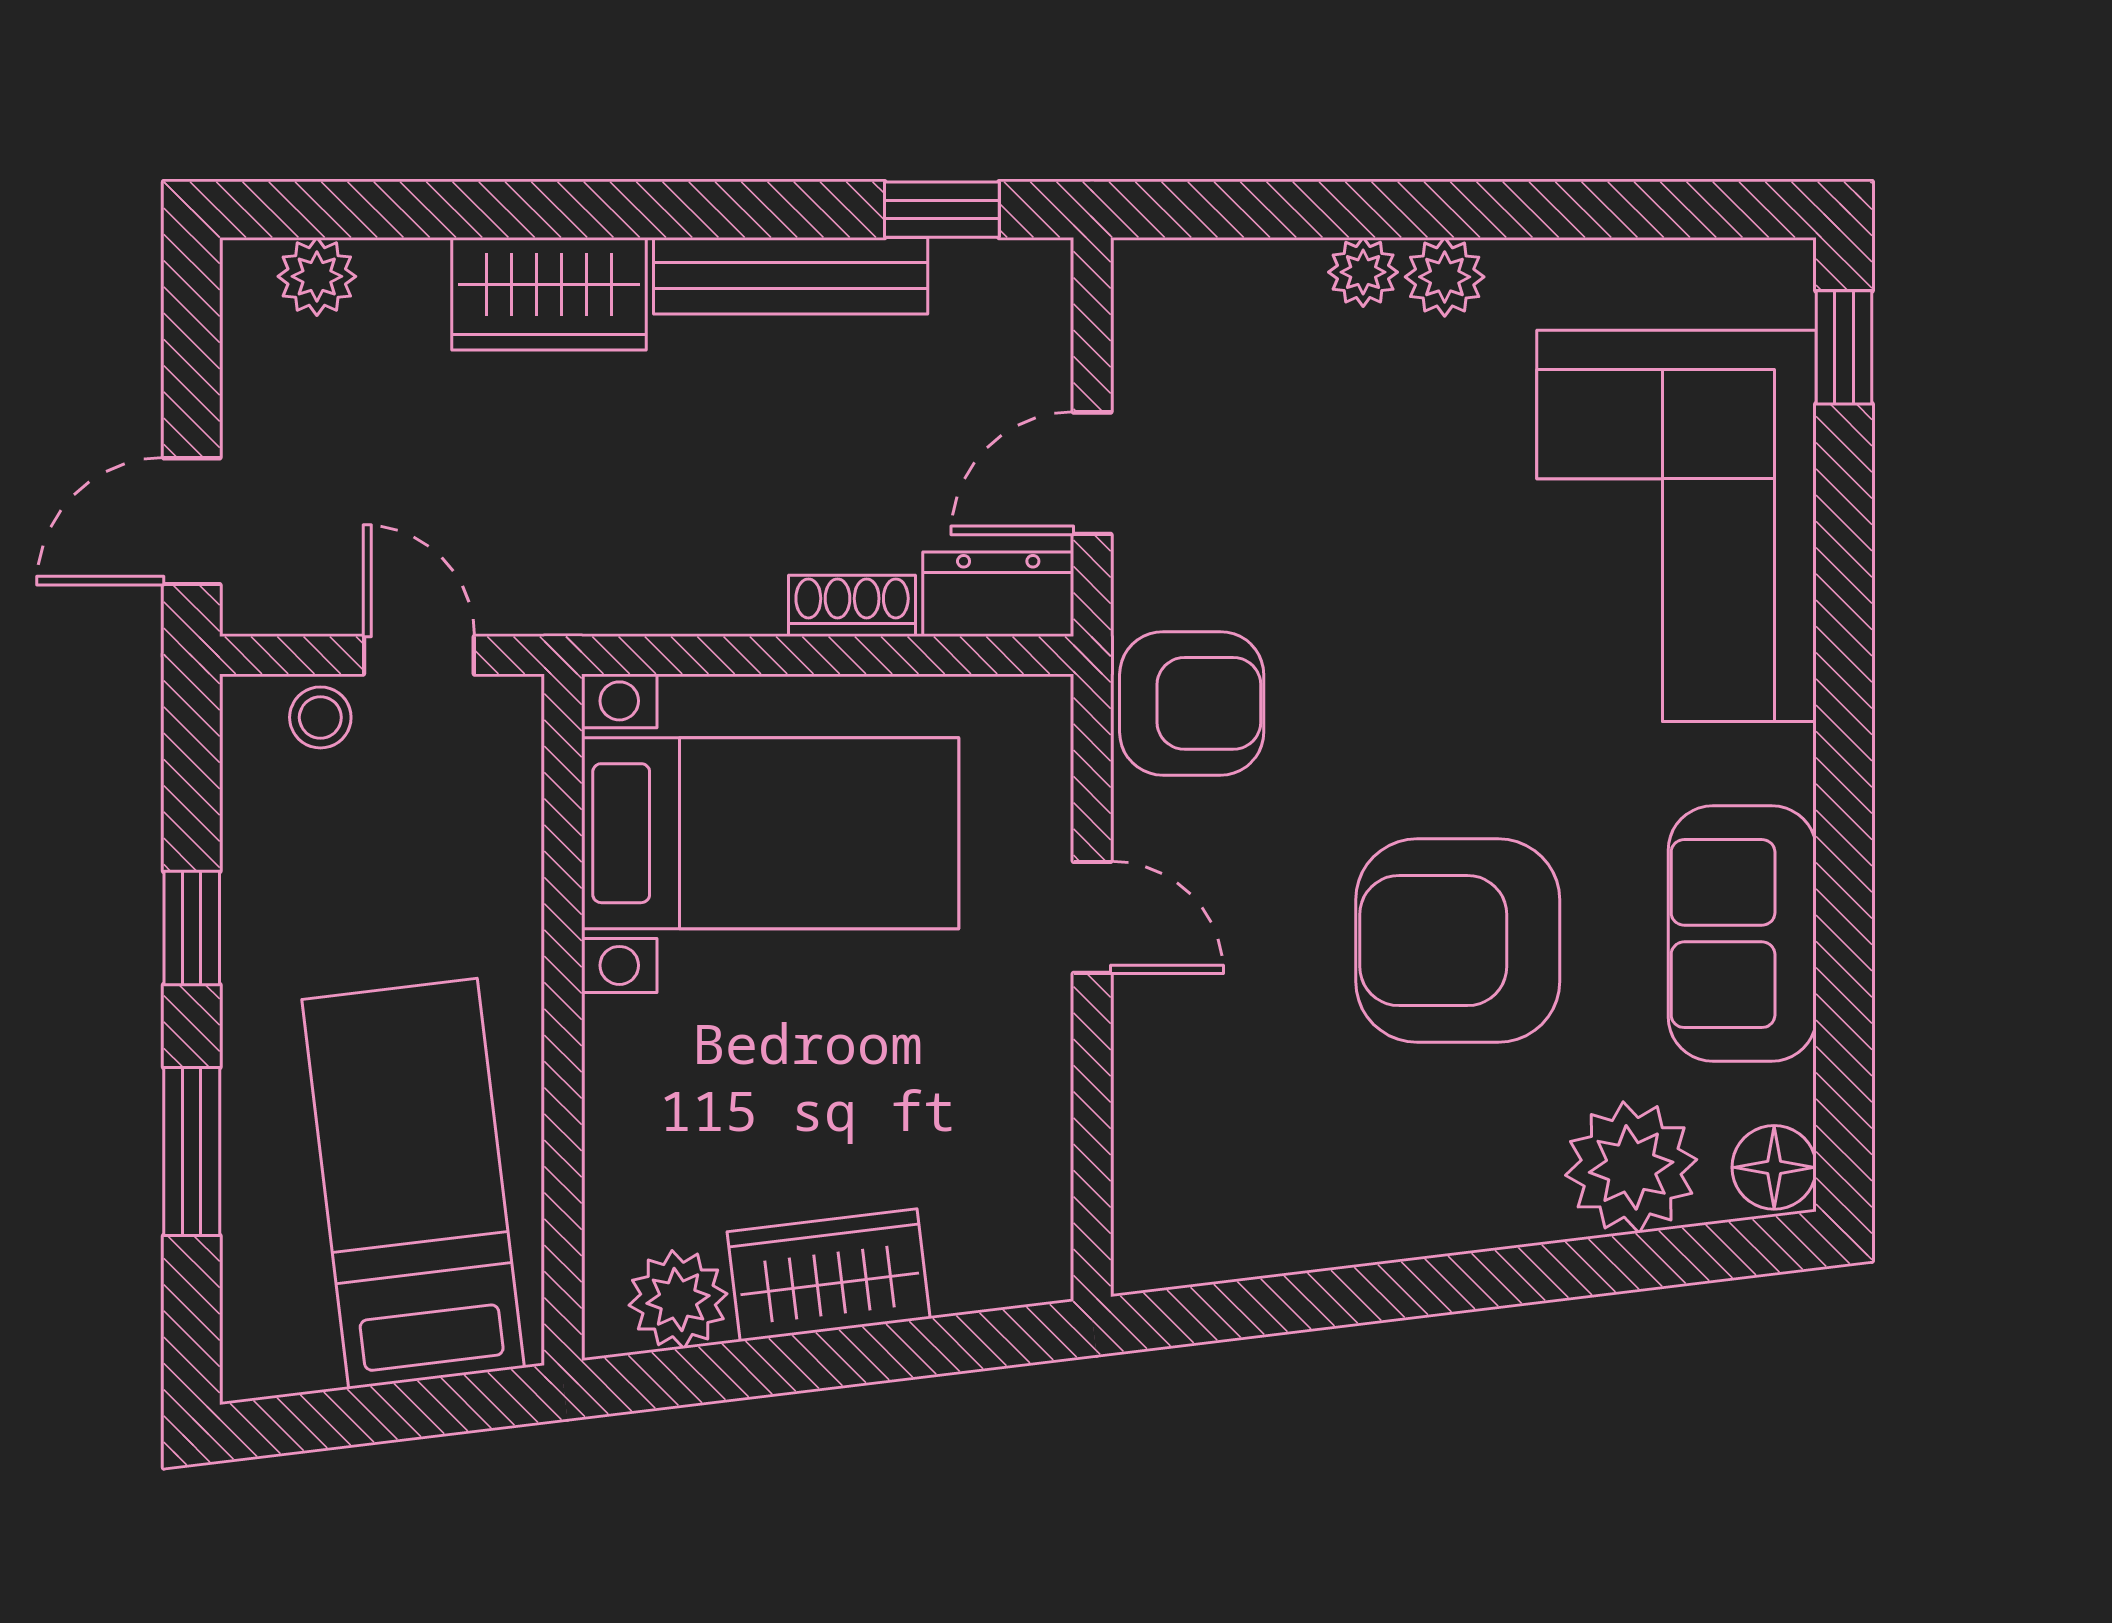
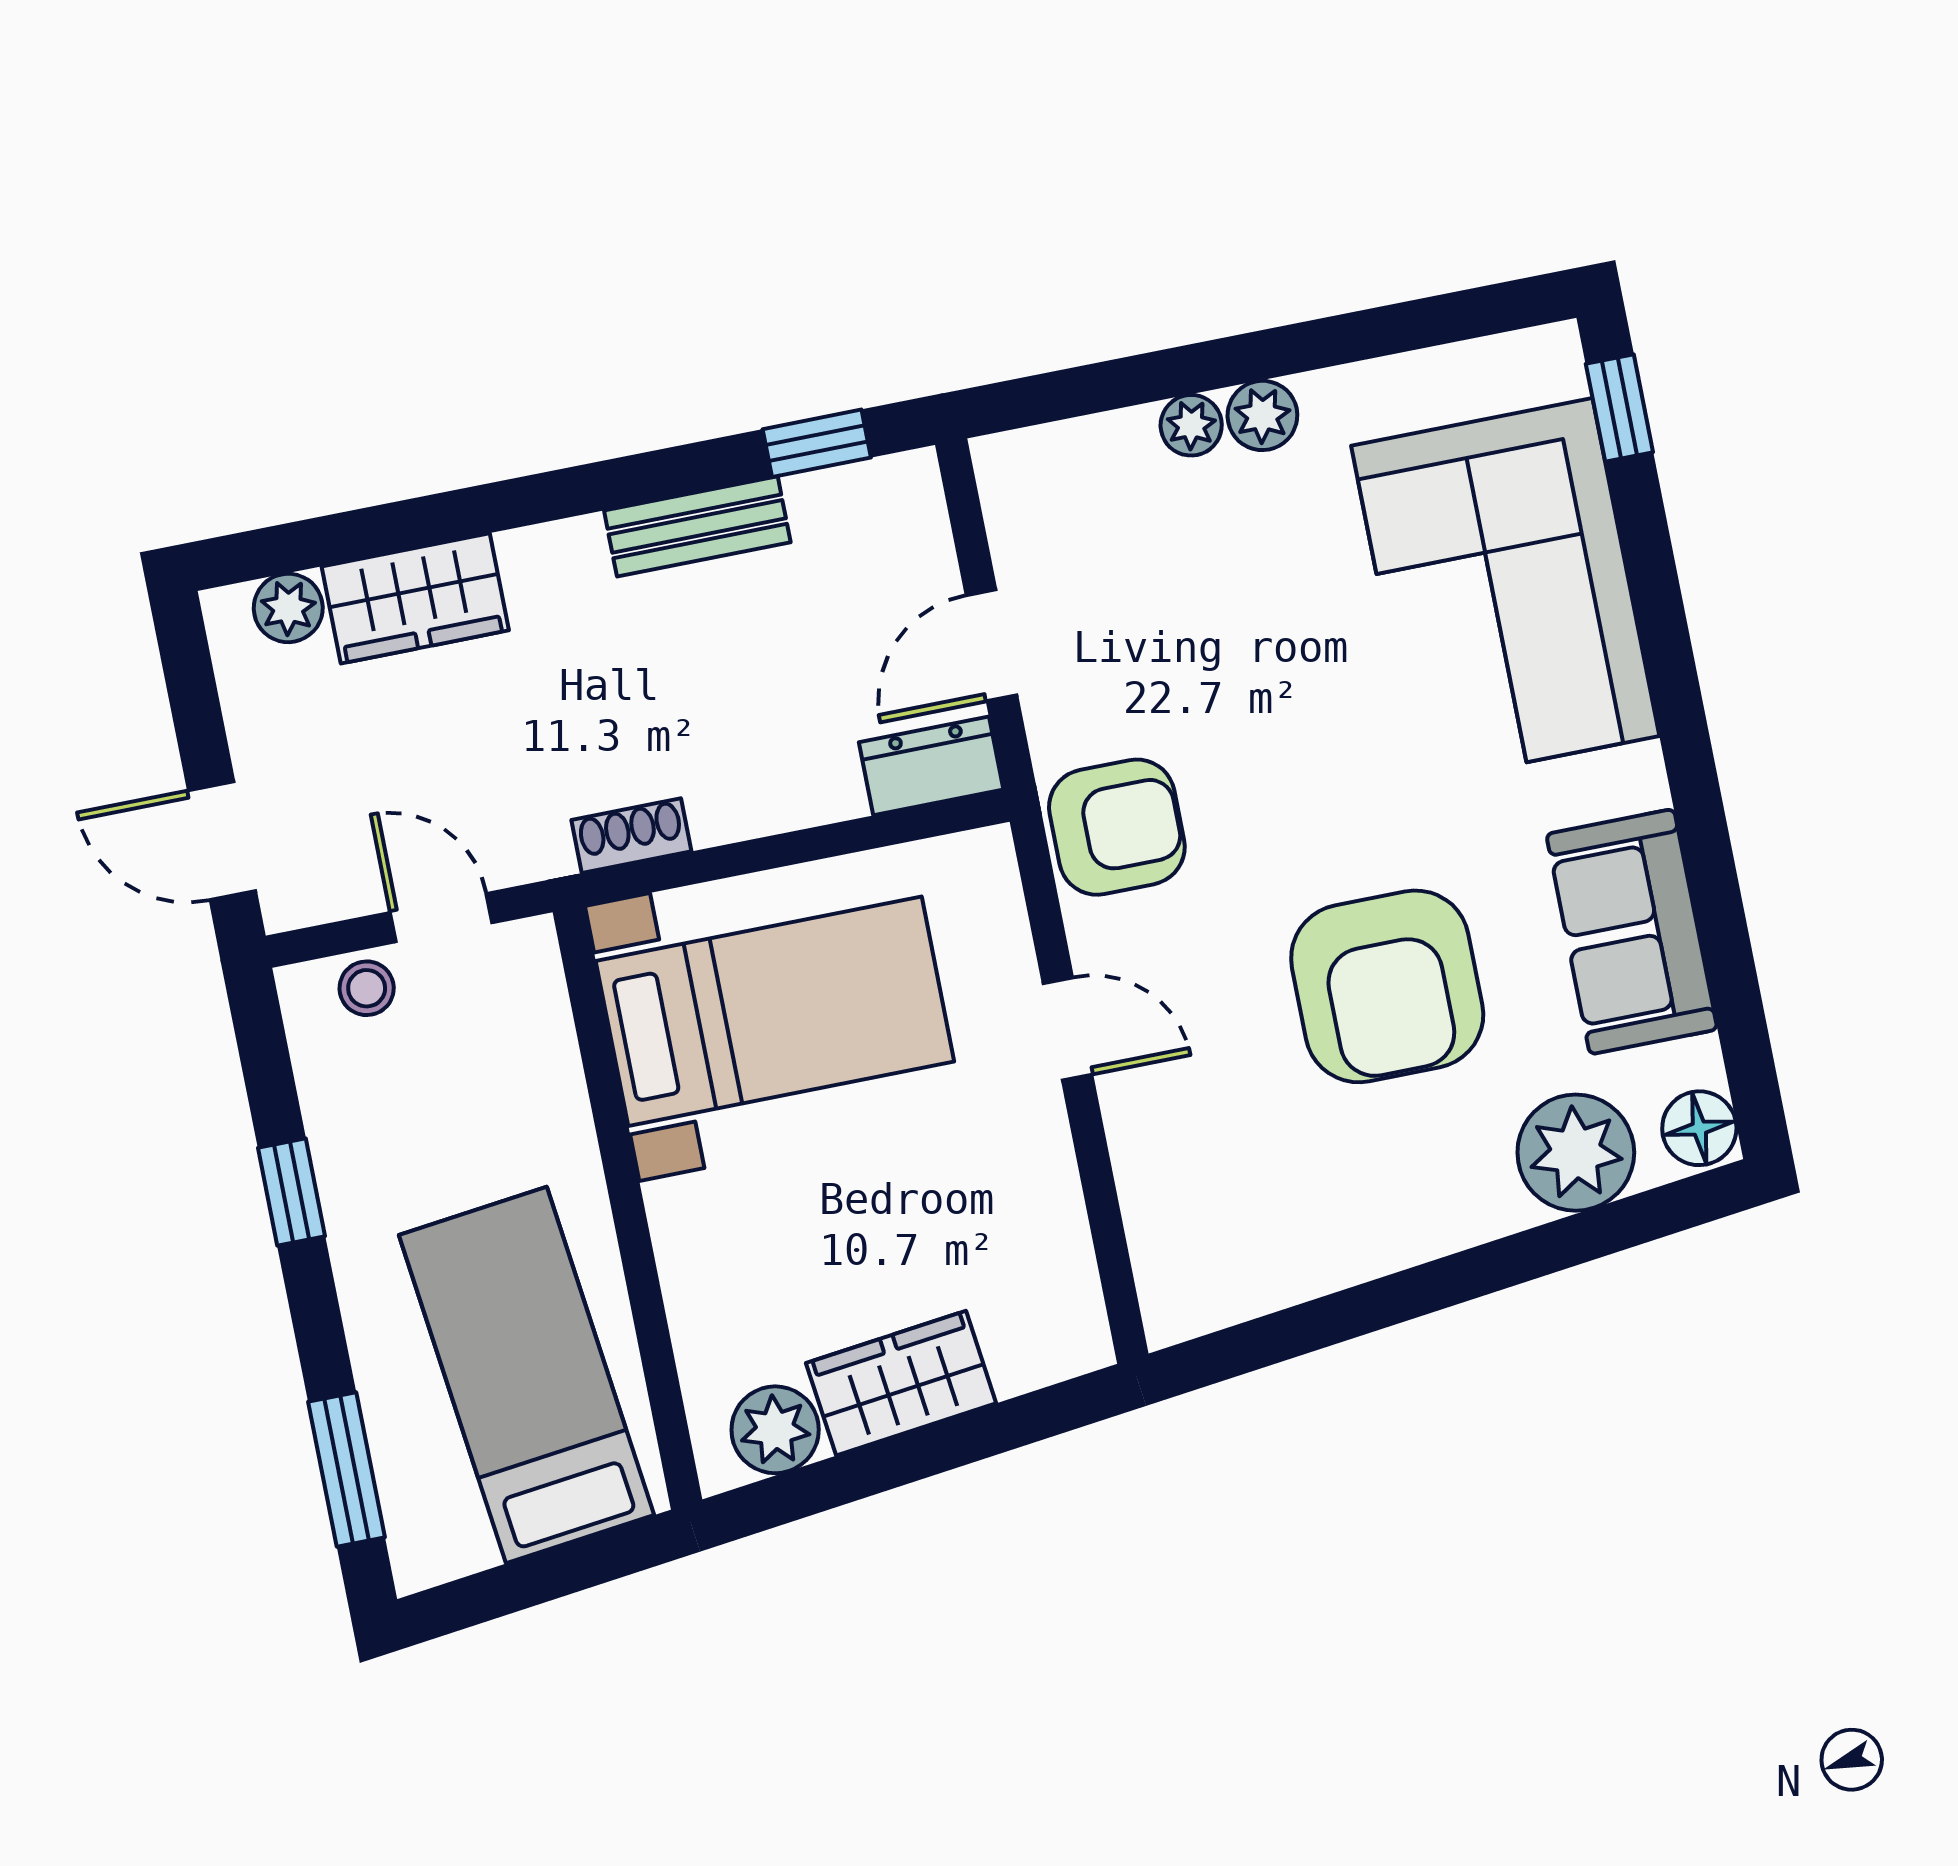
bench: (791, 276) -> (697, 526), width x0.73
wardrobe: (549, 294) -> (415, 598), moved
door: (192, 521) -> (222, 841), hinge flipped
shoe rack: (852, 606) -> (631, 836), moved
armchair: (1458, 941) -> (1387, 986), turned -90
window: (192, 1152) -> (346, 1470), moved

